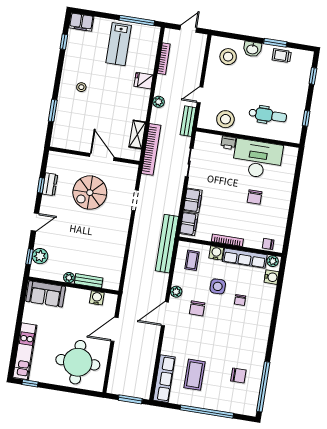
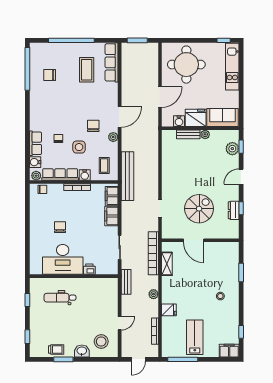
door: (200, 95) -> (120, 323), moved
stool: (225, 119) -> (95, 289), removed
fridge: (77, 299) -> (196, 118), added
row of seats: (268, 299) -> (35, 143), added

